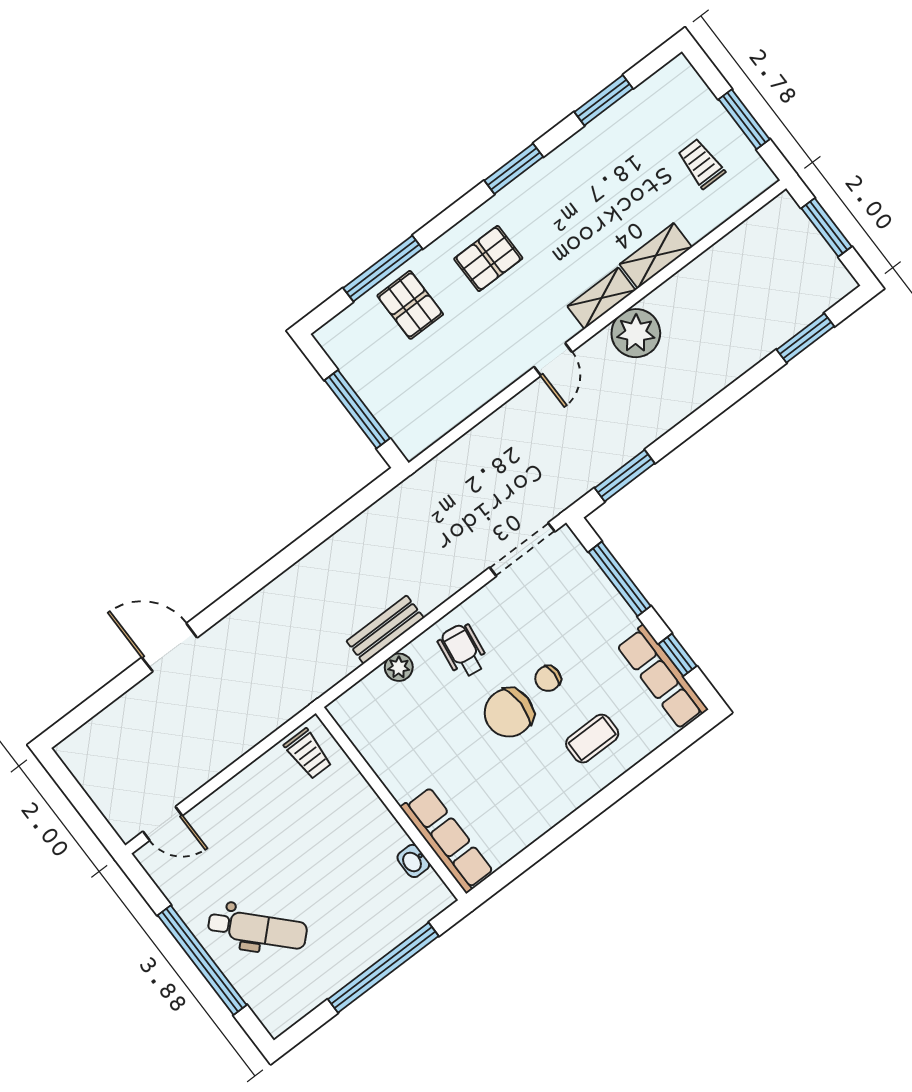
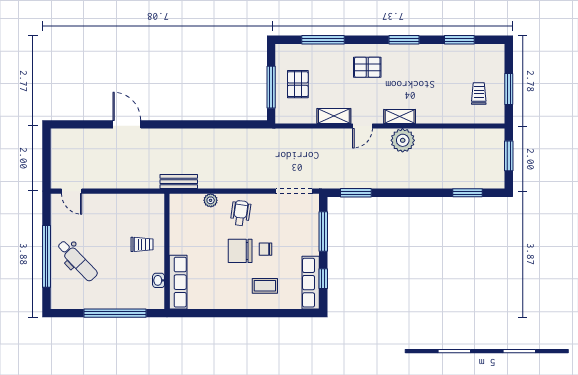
shelving: (656, 256) -> (334, 116), moved
pallet: (410, 305) -> (298, 84), moved
bench: (385, 630) -> (179, 182), moved
trolley: (308, 754) -> (142, 244), moved, turned -90

